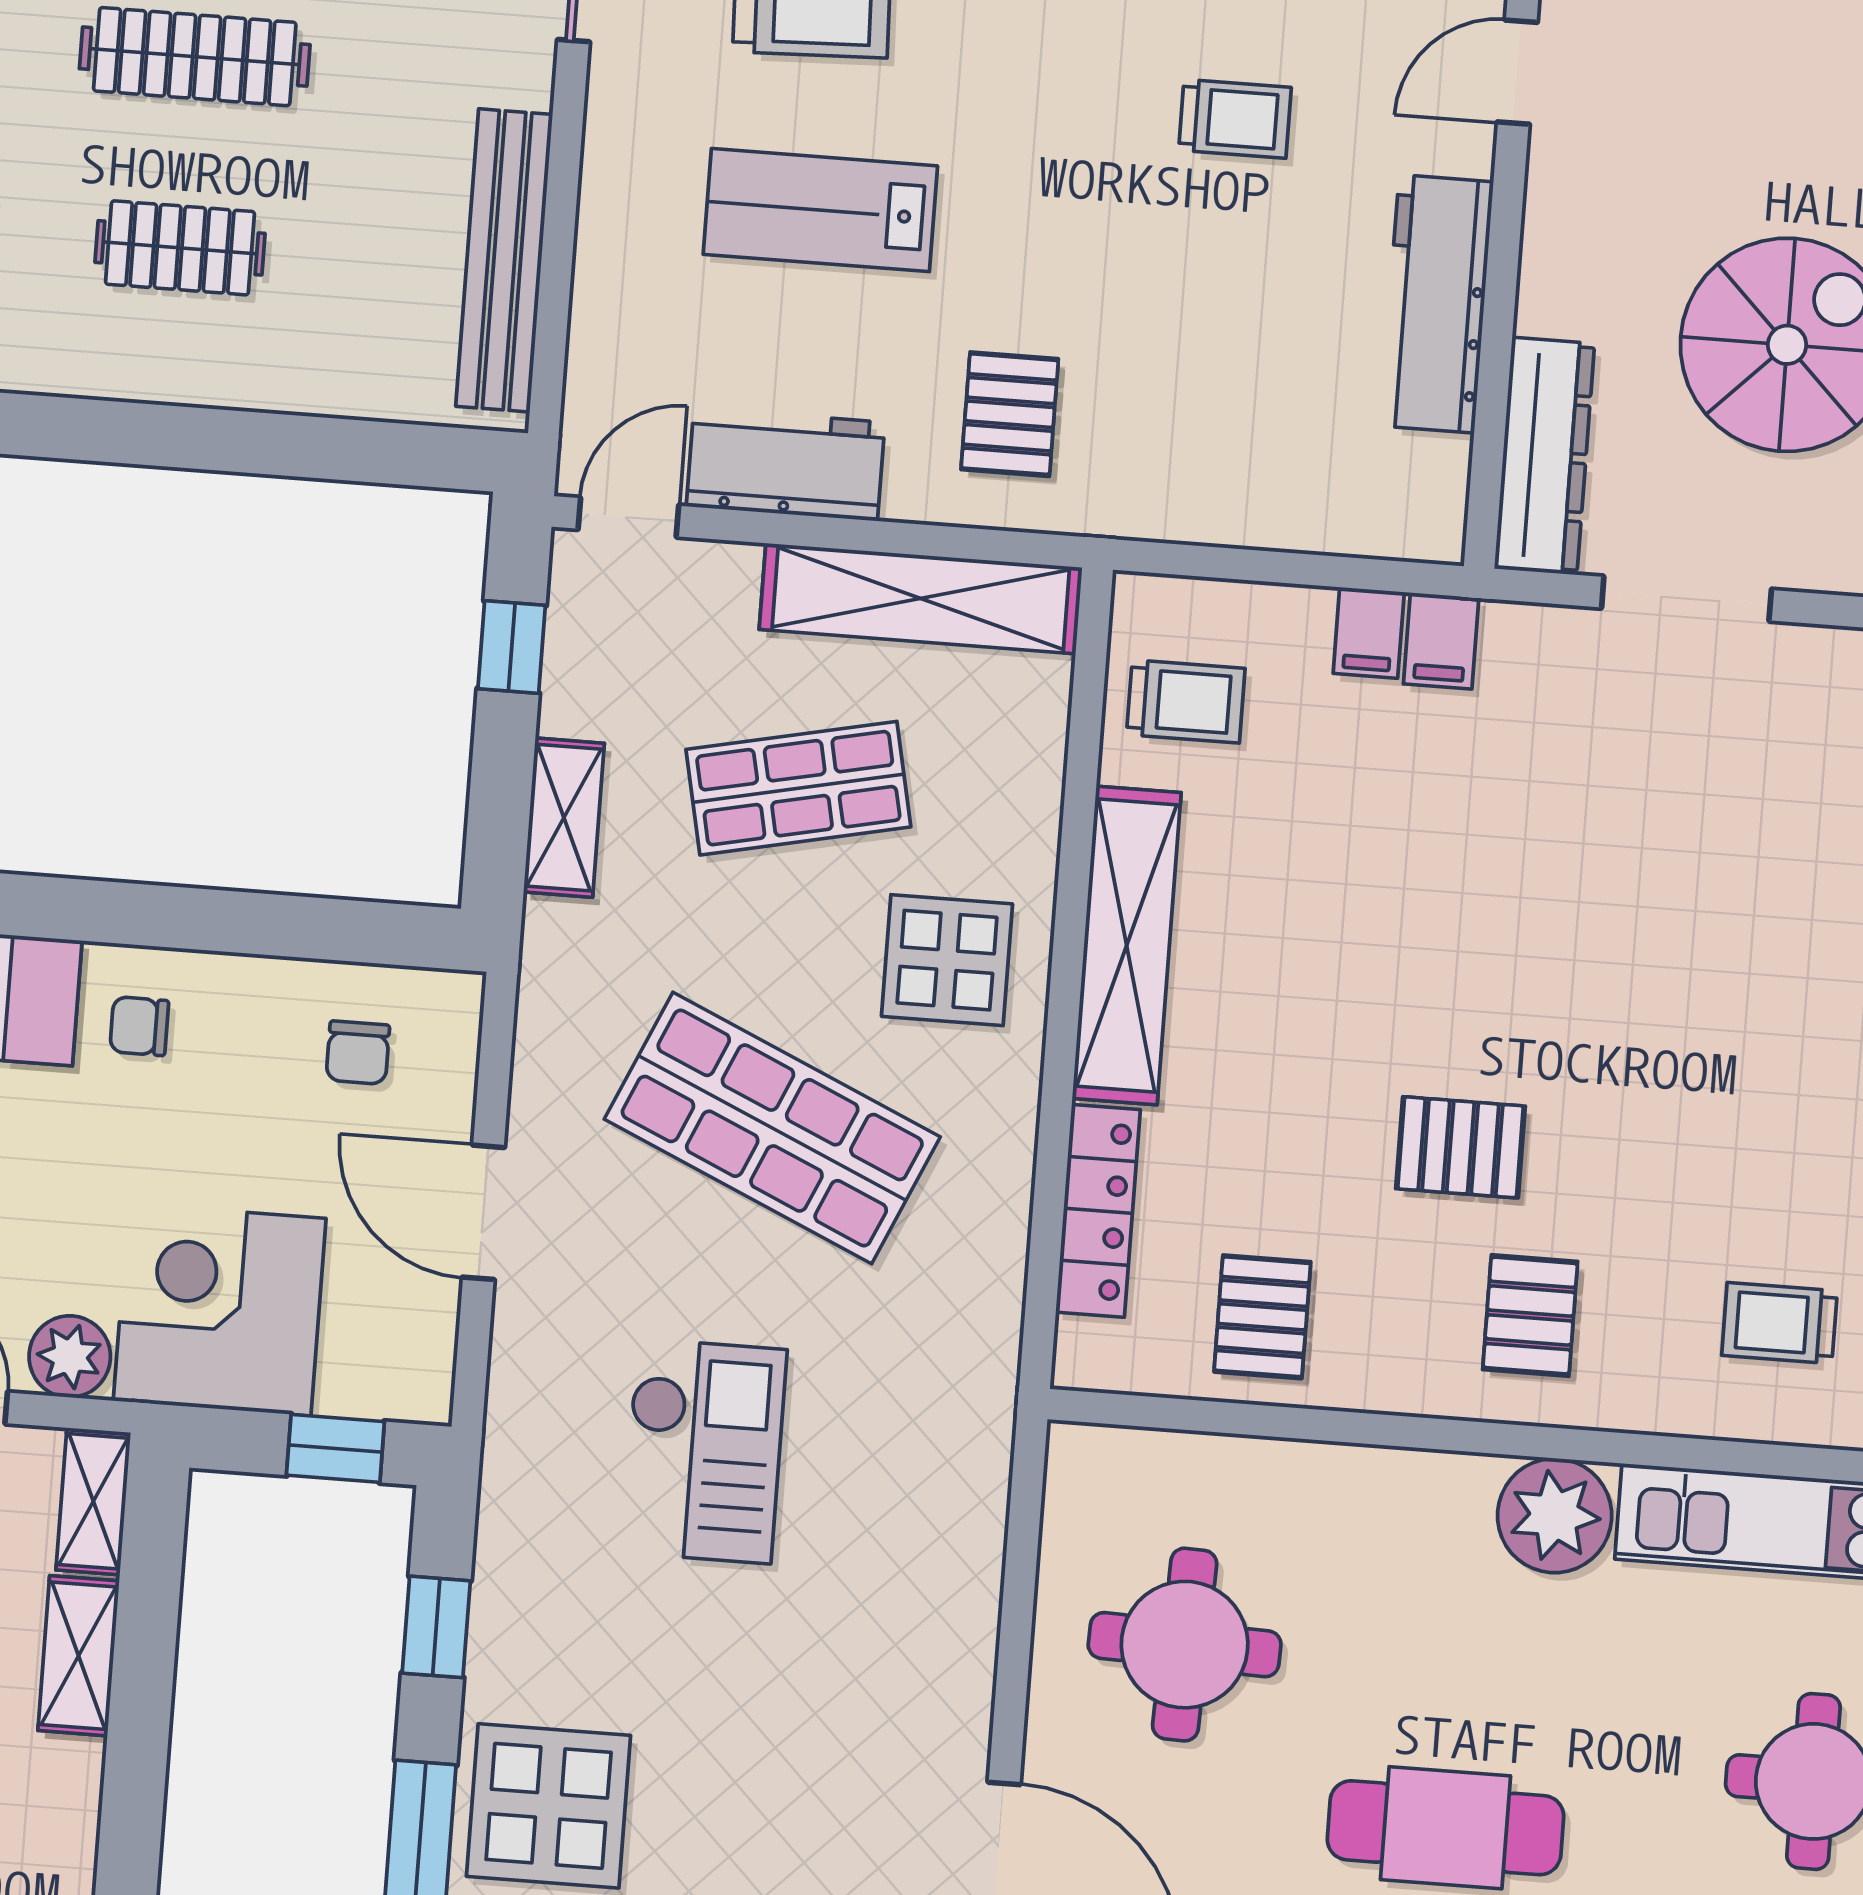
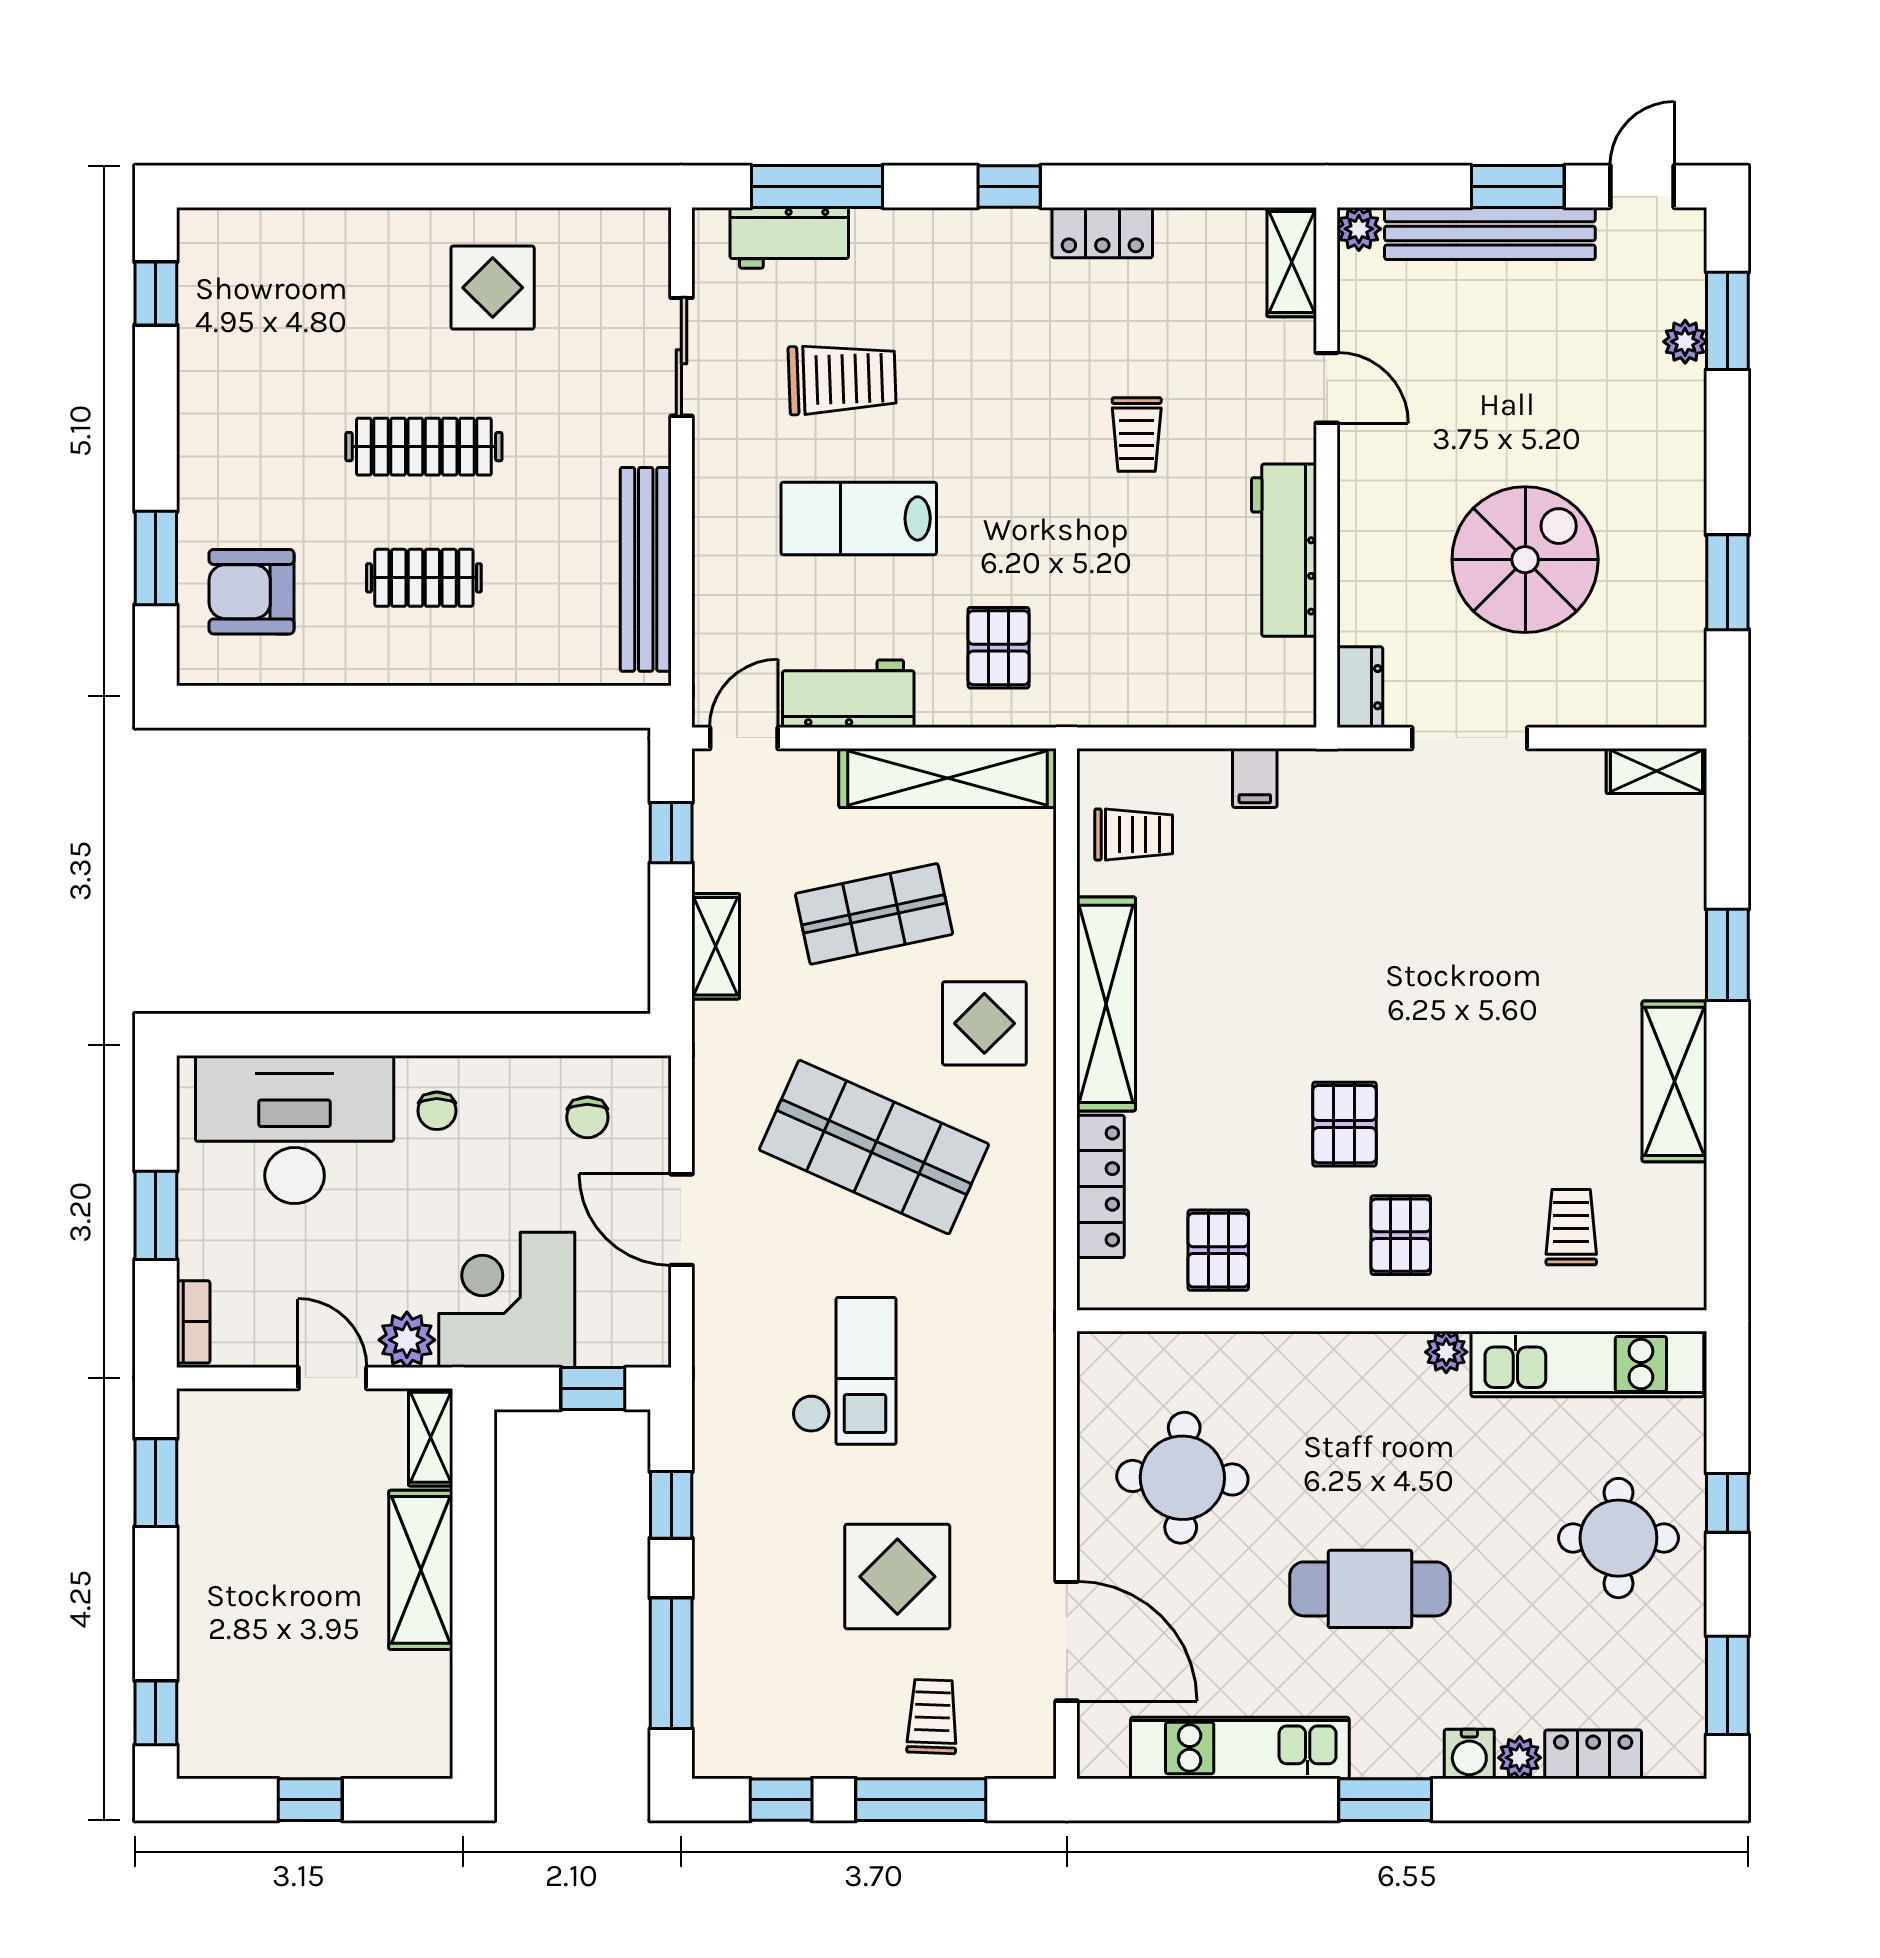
door: (1517, 72) -> (1327, 388), swing flipped
trolley: (1235, 119) -> (1137, 434), turned 90
dresser: (1545, 456) -> (1360, 687), width x0.51, depth x0.80
filing cabinet: (1441, 641) -> (1305, 780), removed
chair: (139, 1026) -> (437, 1111), turned -90
pallet: (1461, 1147) -> (1344, 1124), turned 90
trolley: (1779, 1323) -> (1571, 1227), turned 90
plant: (1555, 1516) -> (1446, 1352), width x0.53, depth x0.53
shelving: (79, 1656) -> (421, 1570), width x1.50, depth x1.33
display table: (549, 1806) -> (897, 1577), moved

